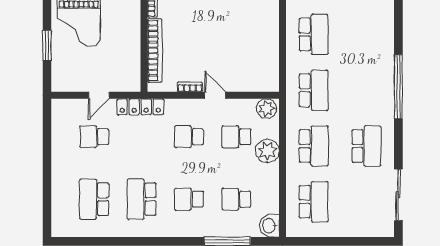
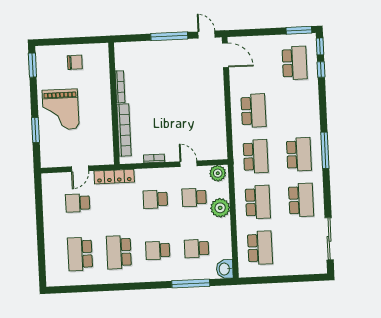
window: (398, 87) -> (325, 150), width x0.68
school desk: (366, 90) -> (299, 154), added
door: (215, 95) -> (189, 164), moved

